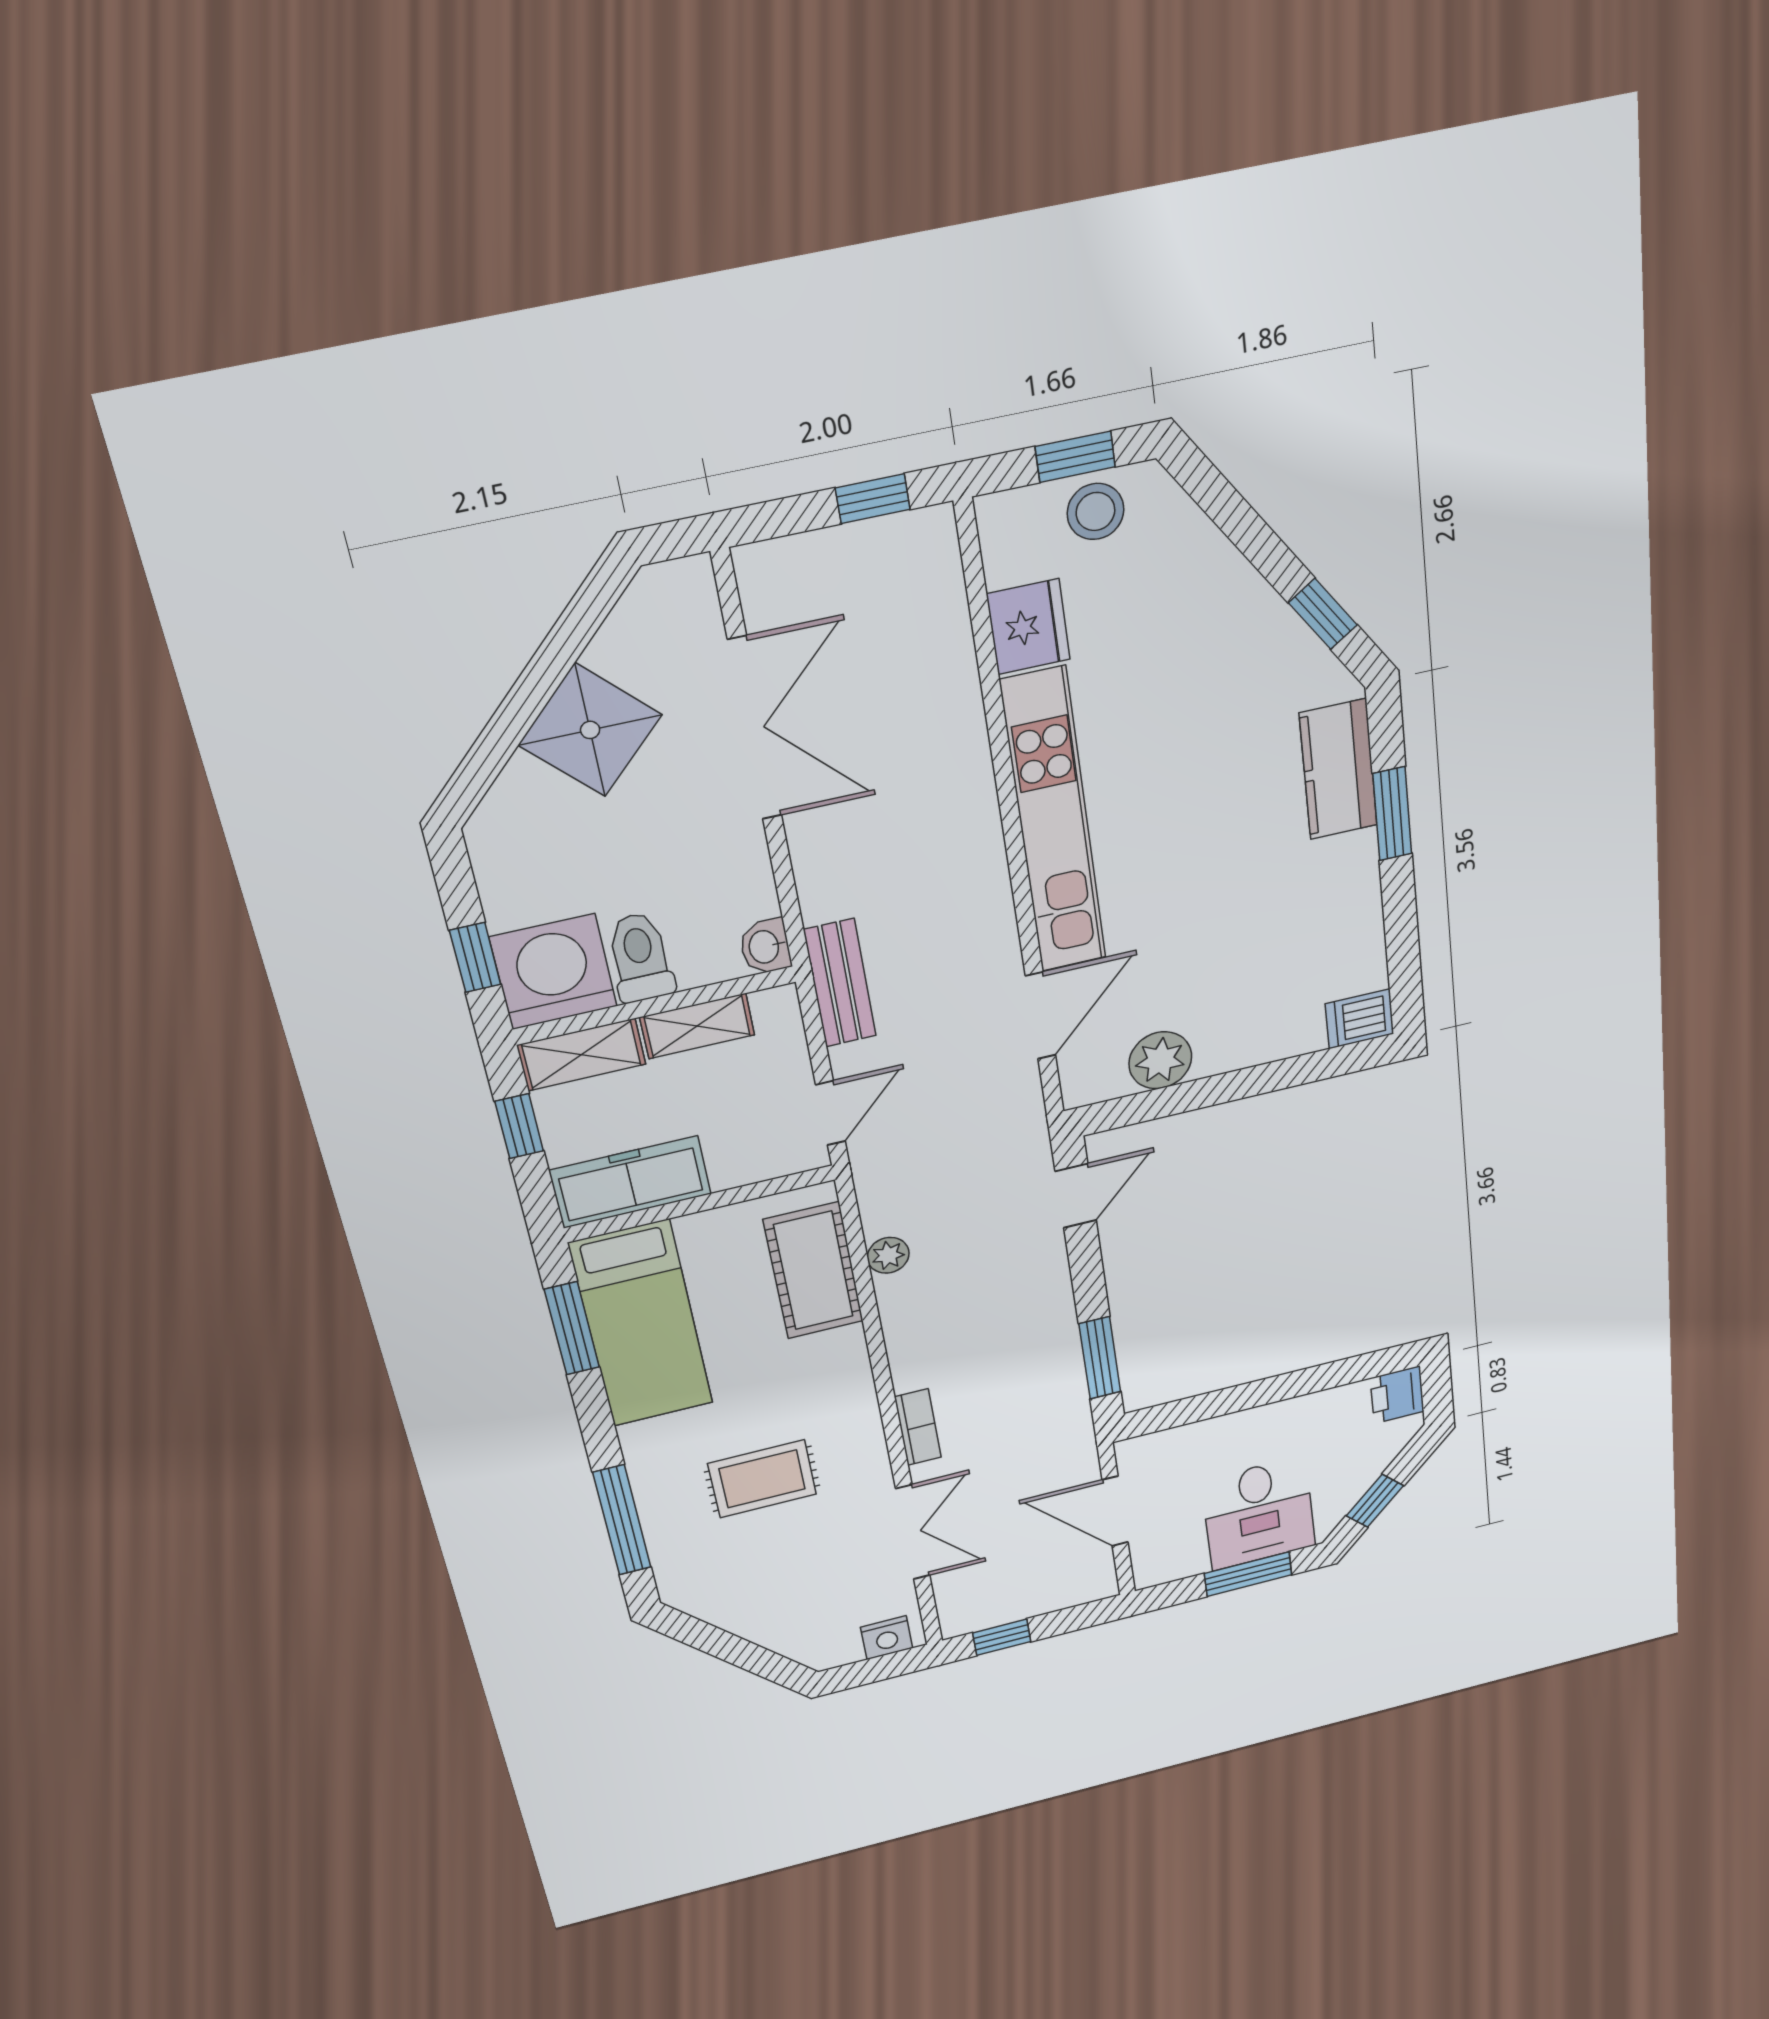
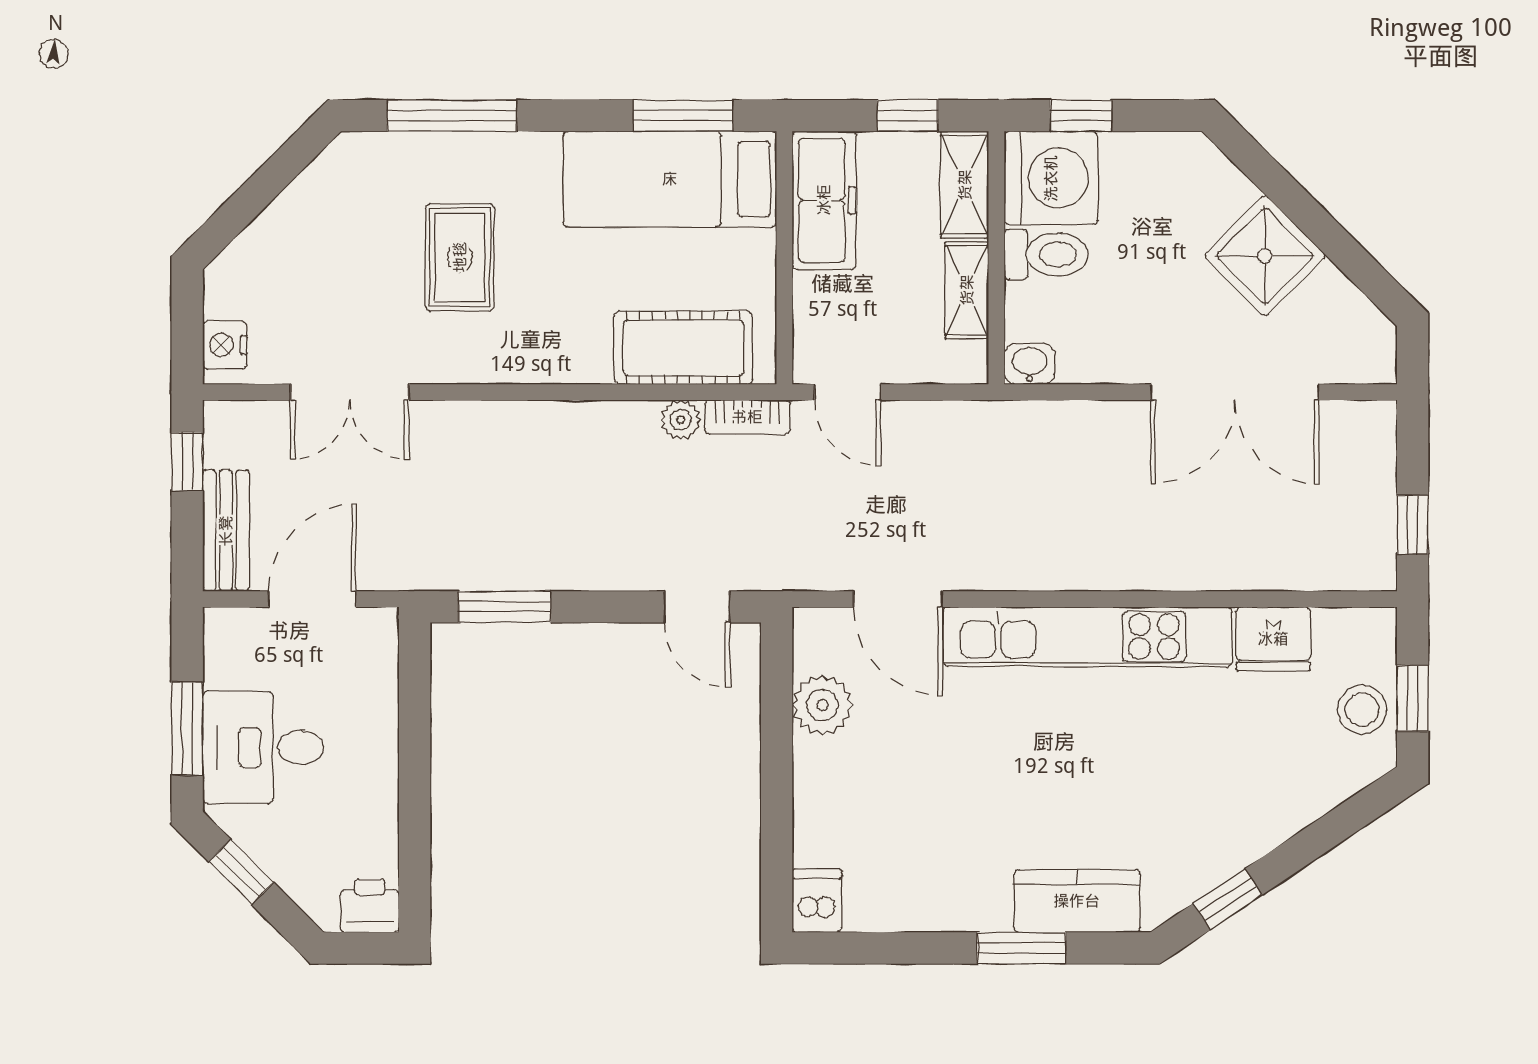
bench: (840, 983) -> (226, 531), moved, turned 90
bookcase: (918, 1427) -> (747, 417), moved

